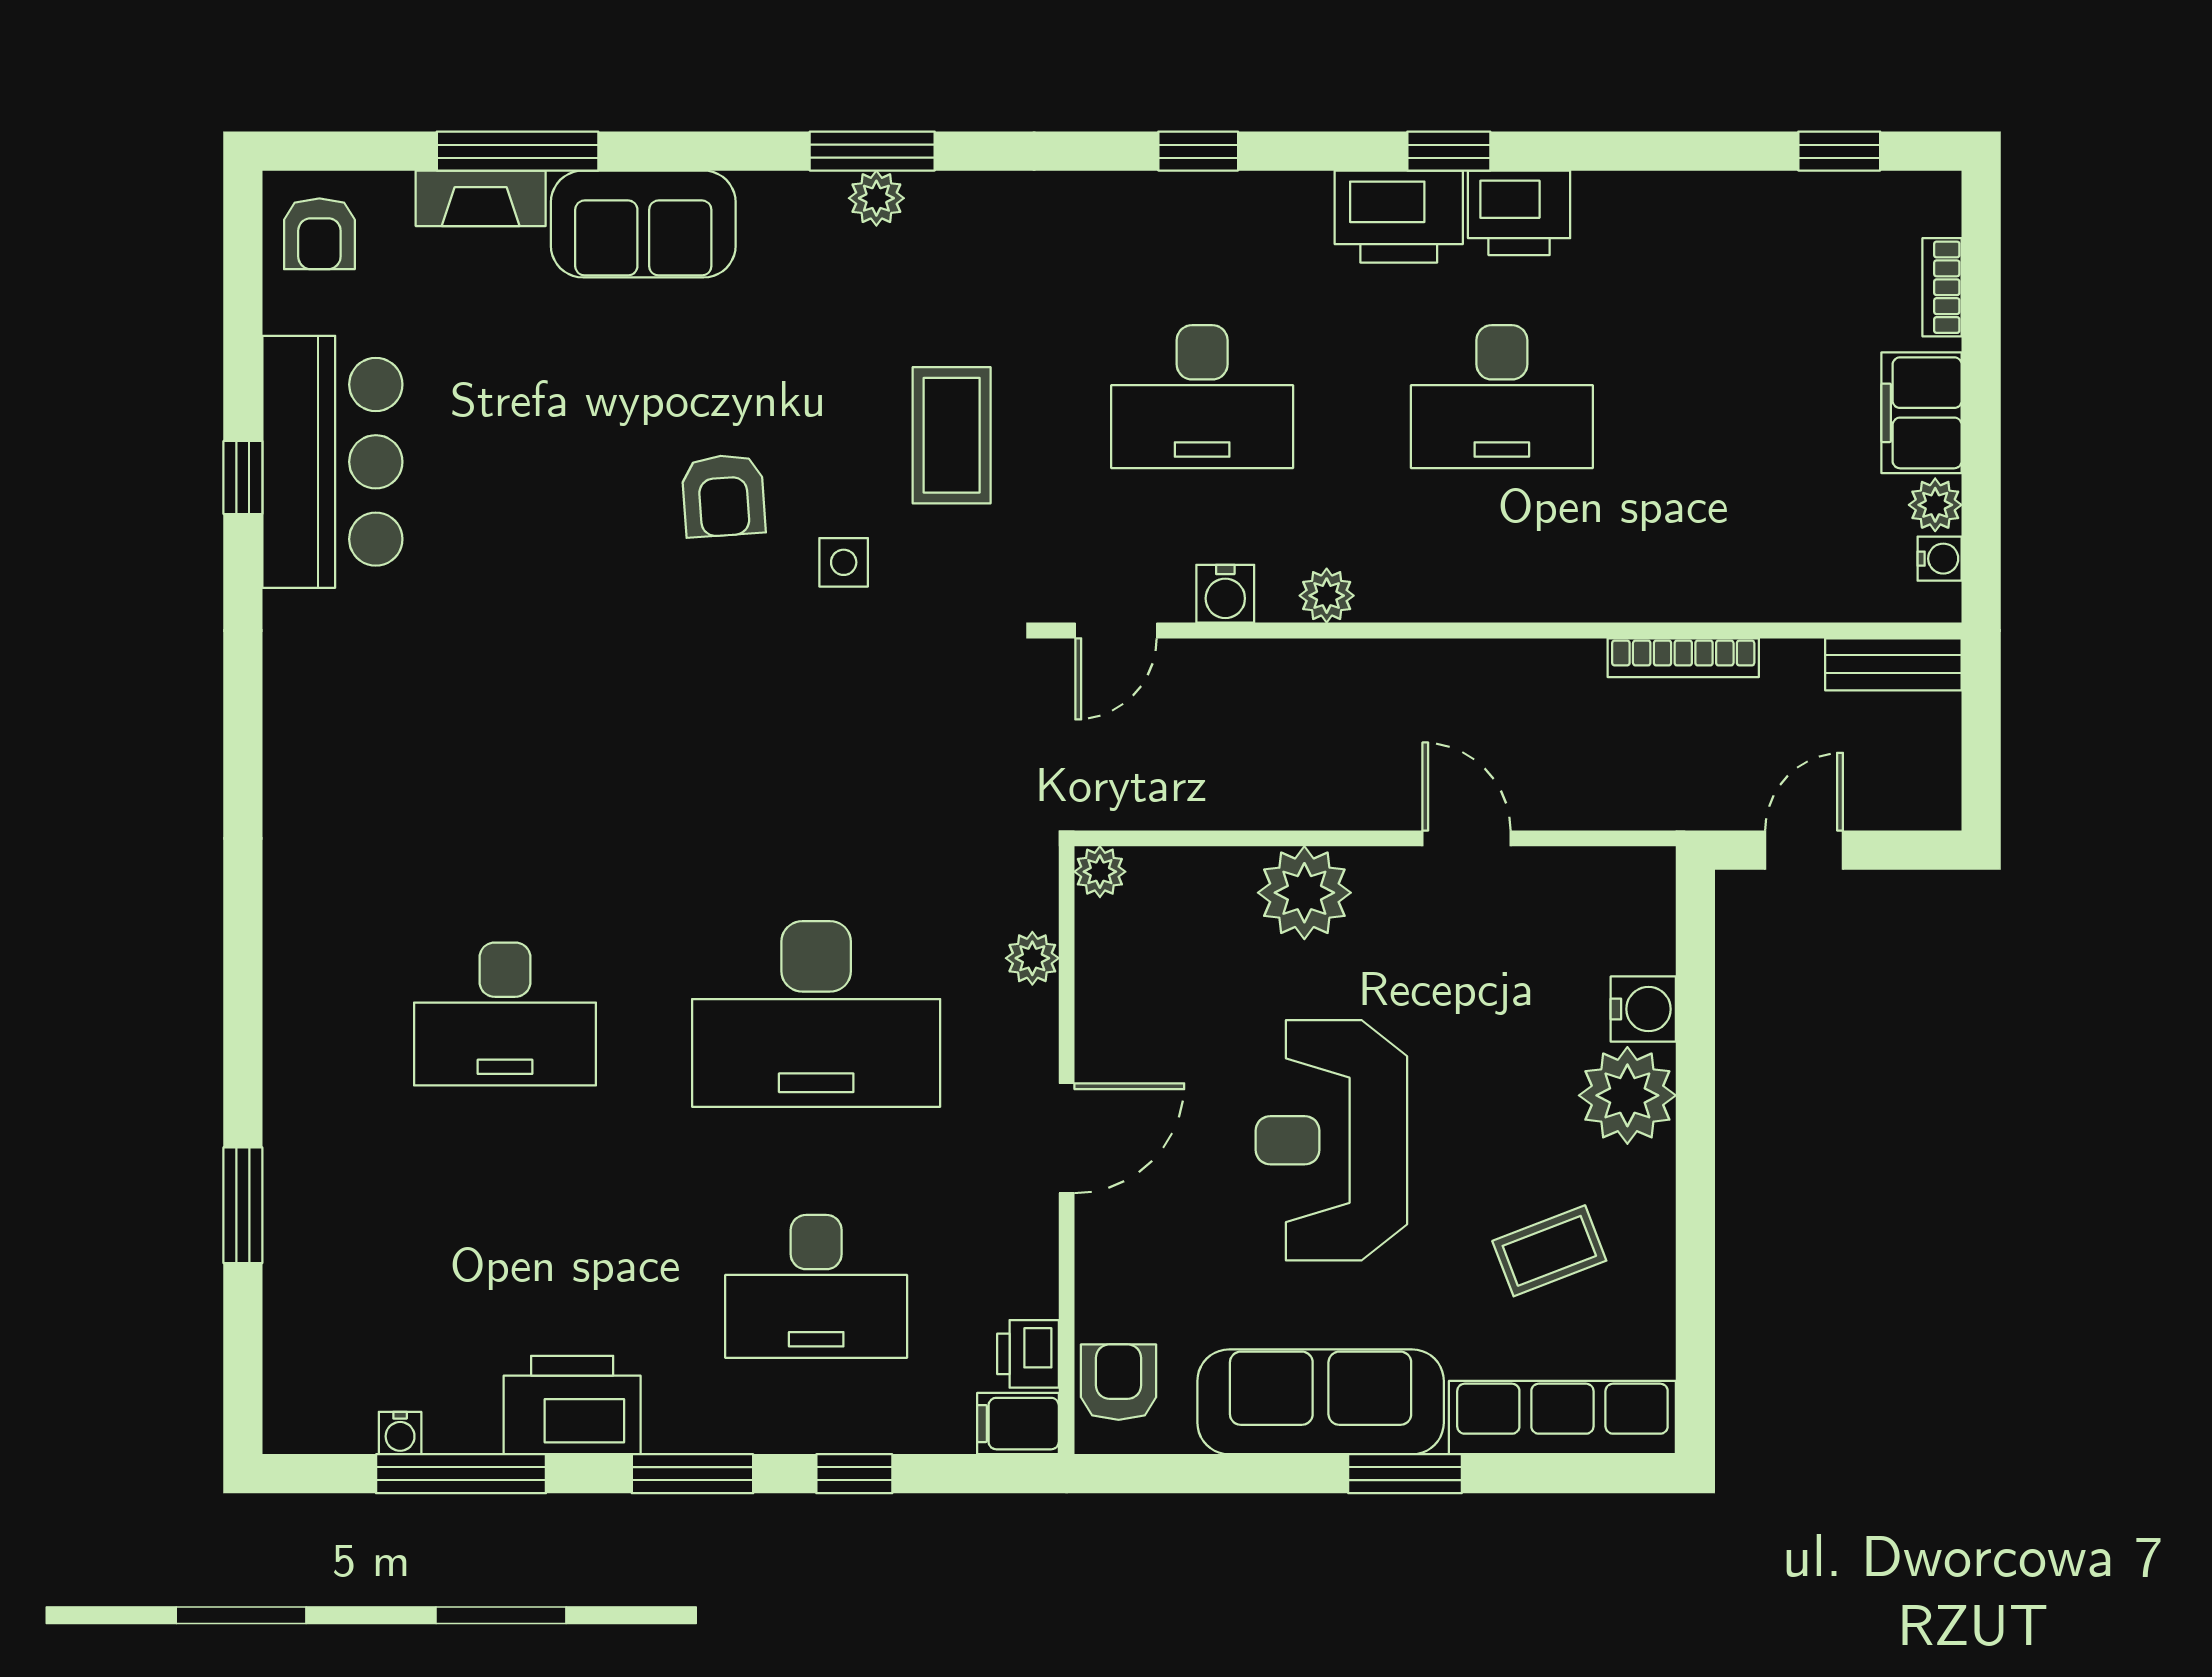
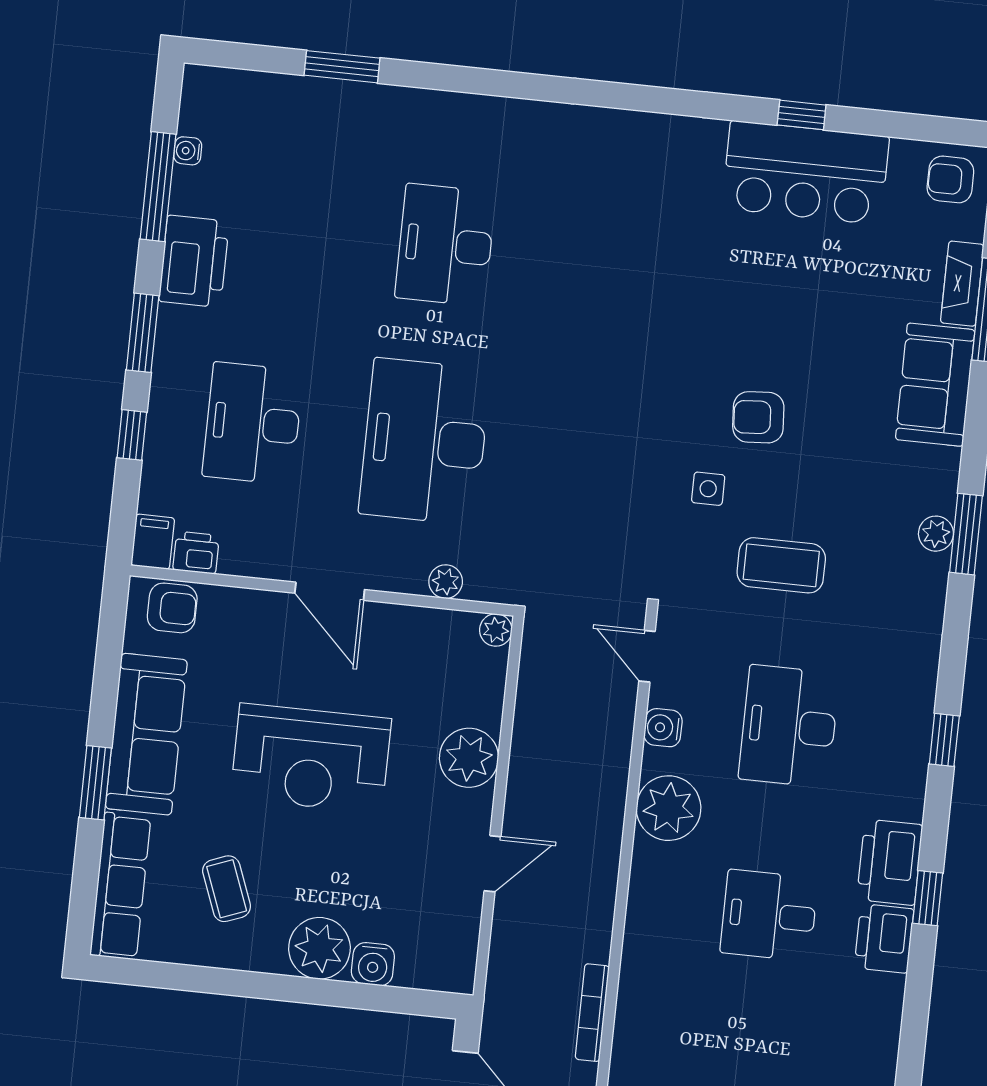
desk: (1502, 397) -> (769, 915), width x0.73
plant: (1327, 596) -> (669, 808), width x1.88, depth x1.88
reception desk: (1331, 1140) -> (311, 758), turned 180

